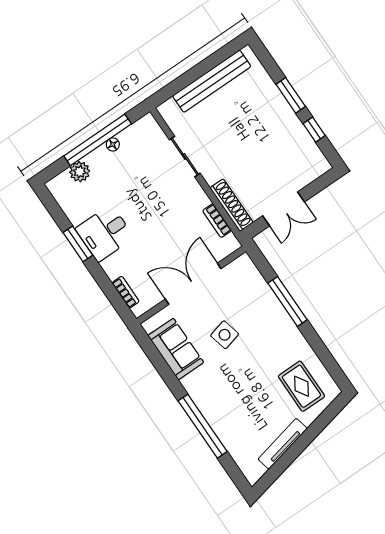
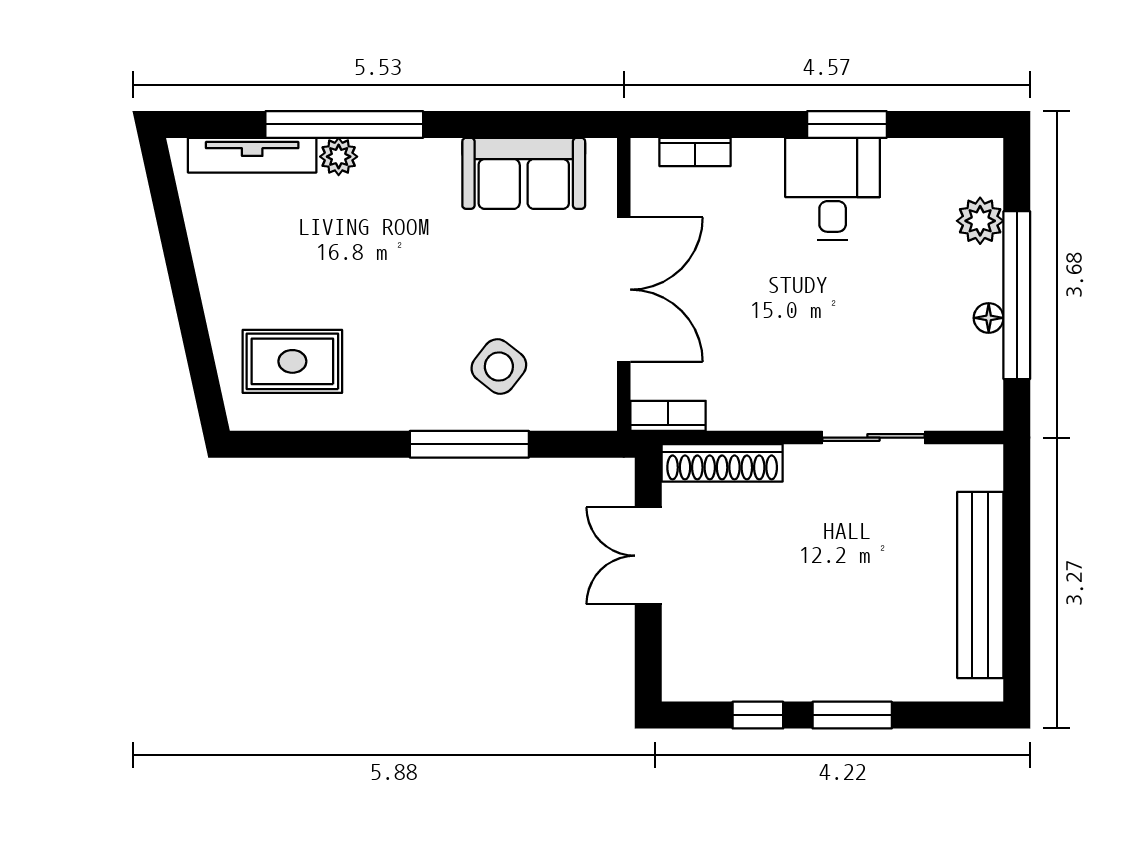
bookcase: (217, 221) -> (668, 416), moved
side table: (225, 335) -> (499, 367), moved, turned -38
plant: (216, 420) -> (339, 157), added
tv unit: (283, 444) -> (252, 155), moved, turned 102

